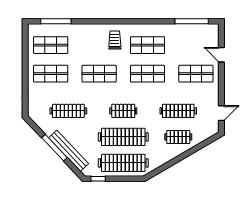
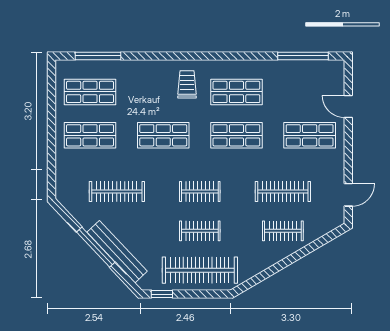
clothes rail: (123, 137) -> (200, 231), width x0.54, depth x0.76

